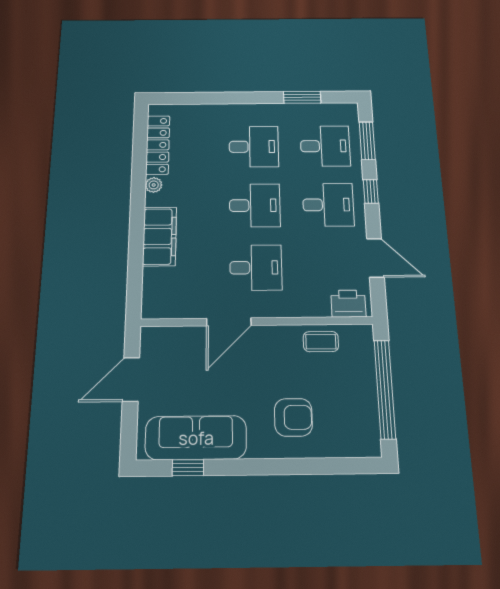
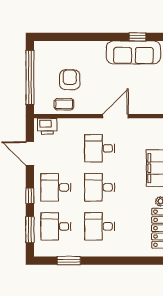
armchair: (293, 417) -> (70, 80), moved, turned 90

